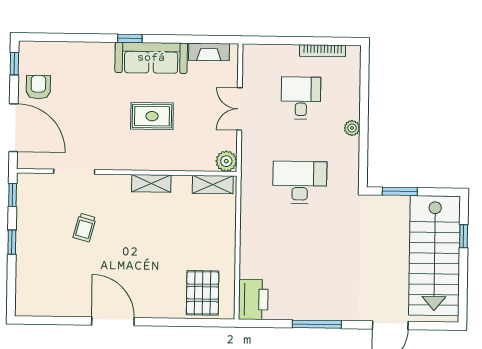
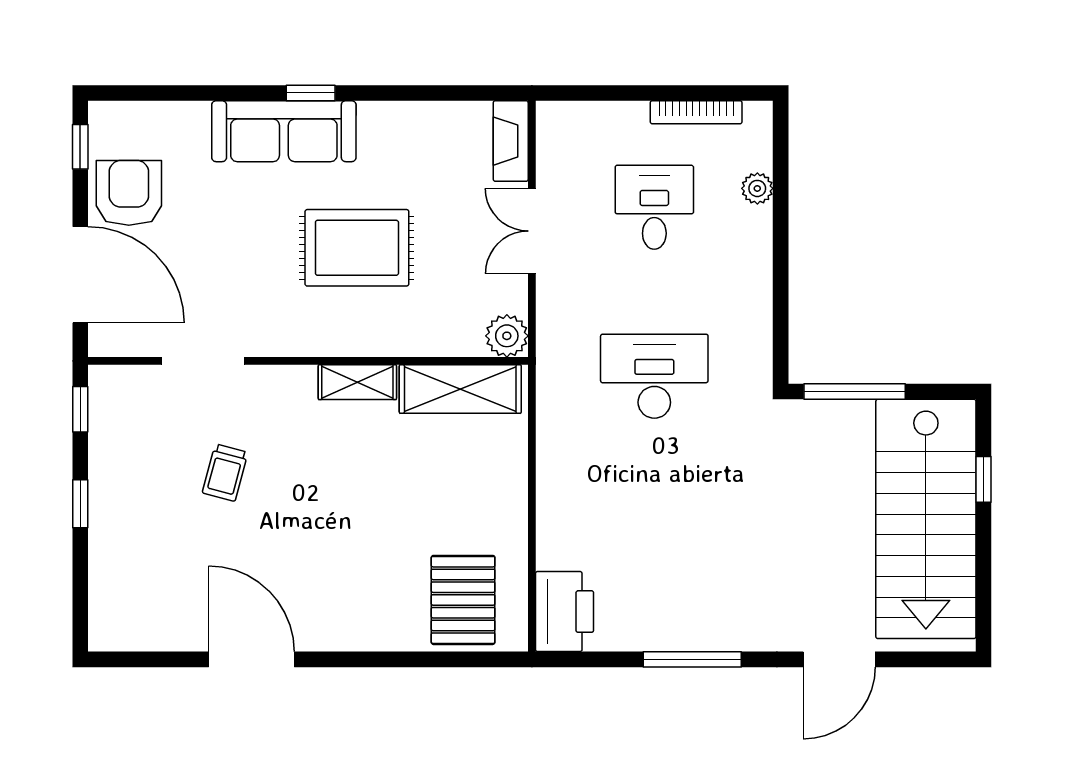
fireplace: (209, 52) -> (511, 141), moved, turned 90
sofa: (151, 58) -> (284, 131), moved
armchair: (38, 87) -> (129, 193), width x1.38, depth x1.38
rug: (152, 116) -> (357, 248), width x1.36, depth x1.43
plant: (352, 128) -> (757, 188), moved
shelving: (213, 185) -> (460, 389), width x1.50, depth x1.33
window: (400, 191) -> (855, 391), width x1.44
door: (113, 321) -> (251, 659), moved

